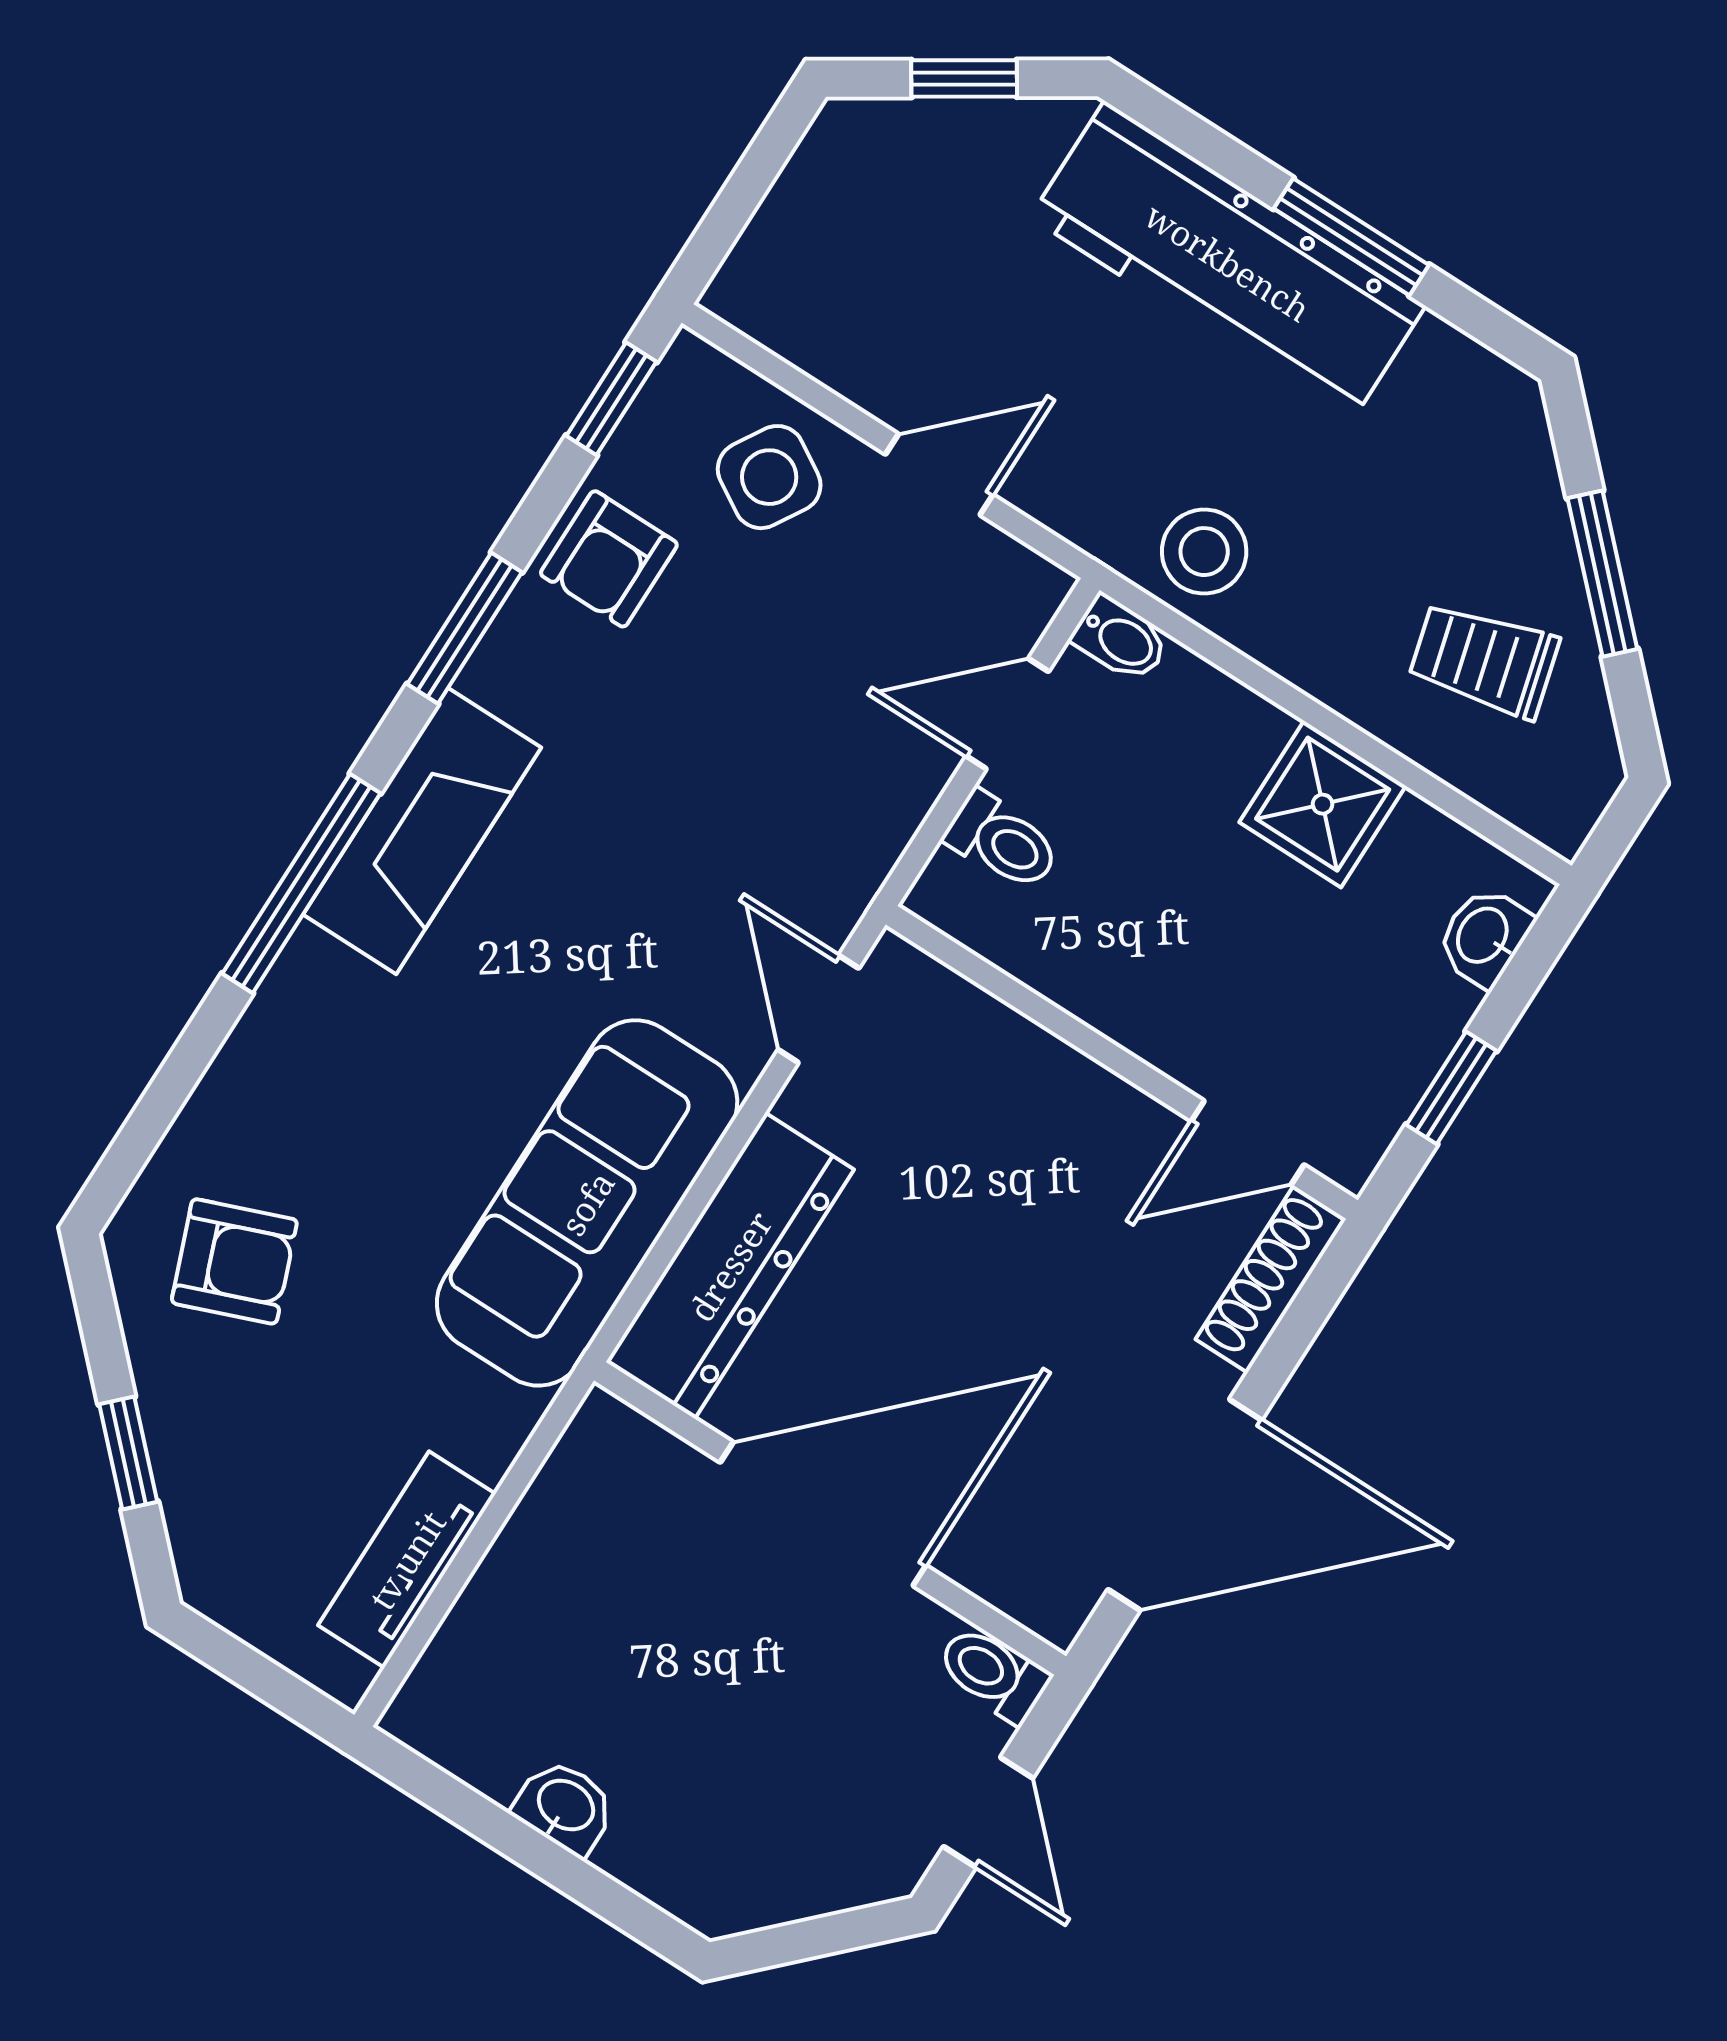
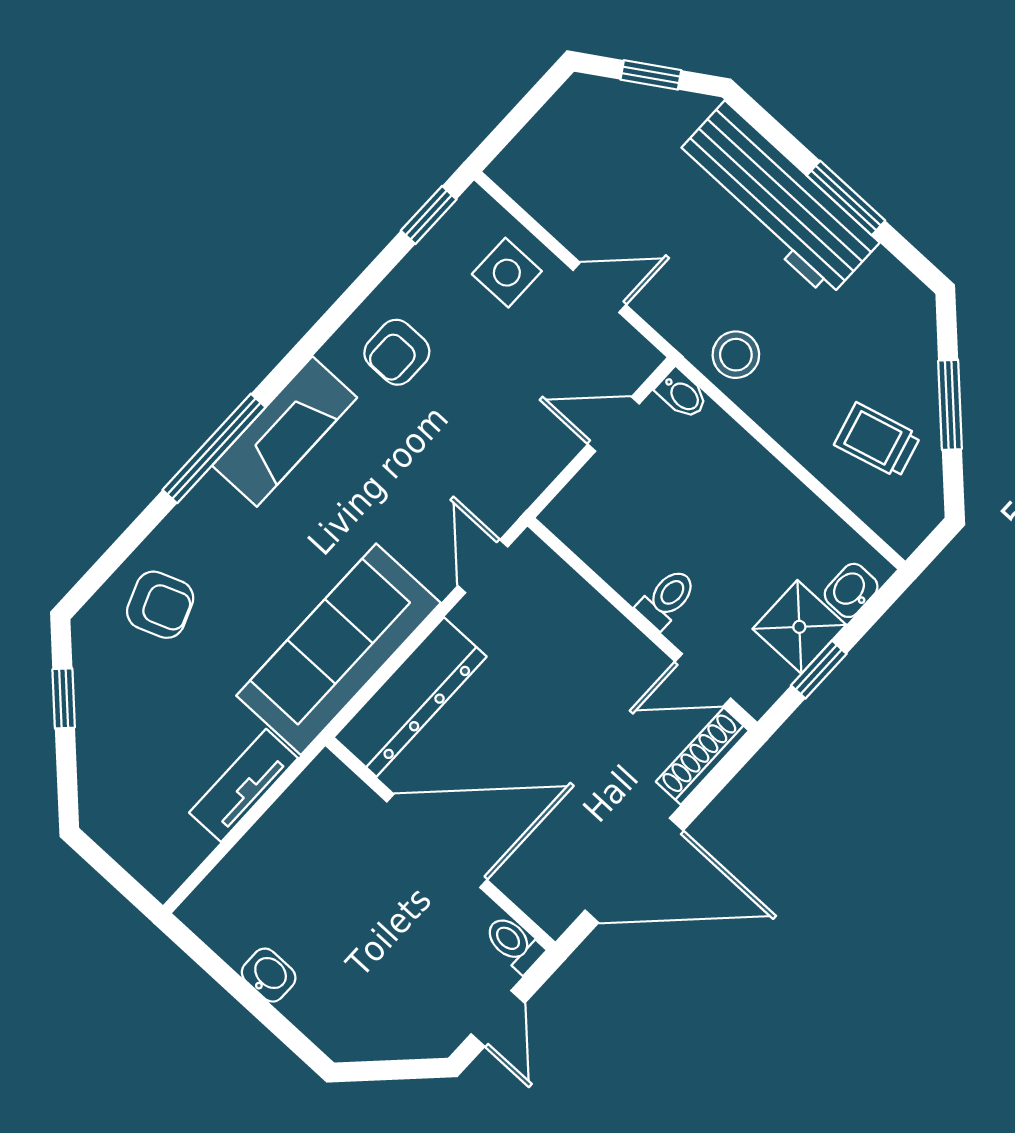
side table: (769, 477) -> (507, 273), turned -31
armchair: (609, 559) -> (397, 352), moved
window: (465, 628) -> (327, 325), removed
shower: (1323, 804) -> (799, 627), moved
toilet: (1002, 841) -> (667, 598), moved, turned -90
armchair: (234, 1261) -> (160, 605), moved
window: (128, 1453) -> (64, 698), moved
tv unit: (407, 1560) -> (244, 785), moved

